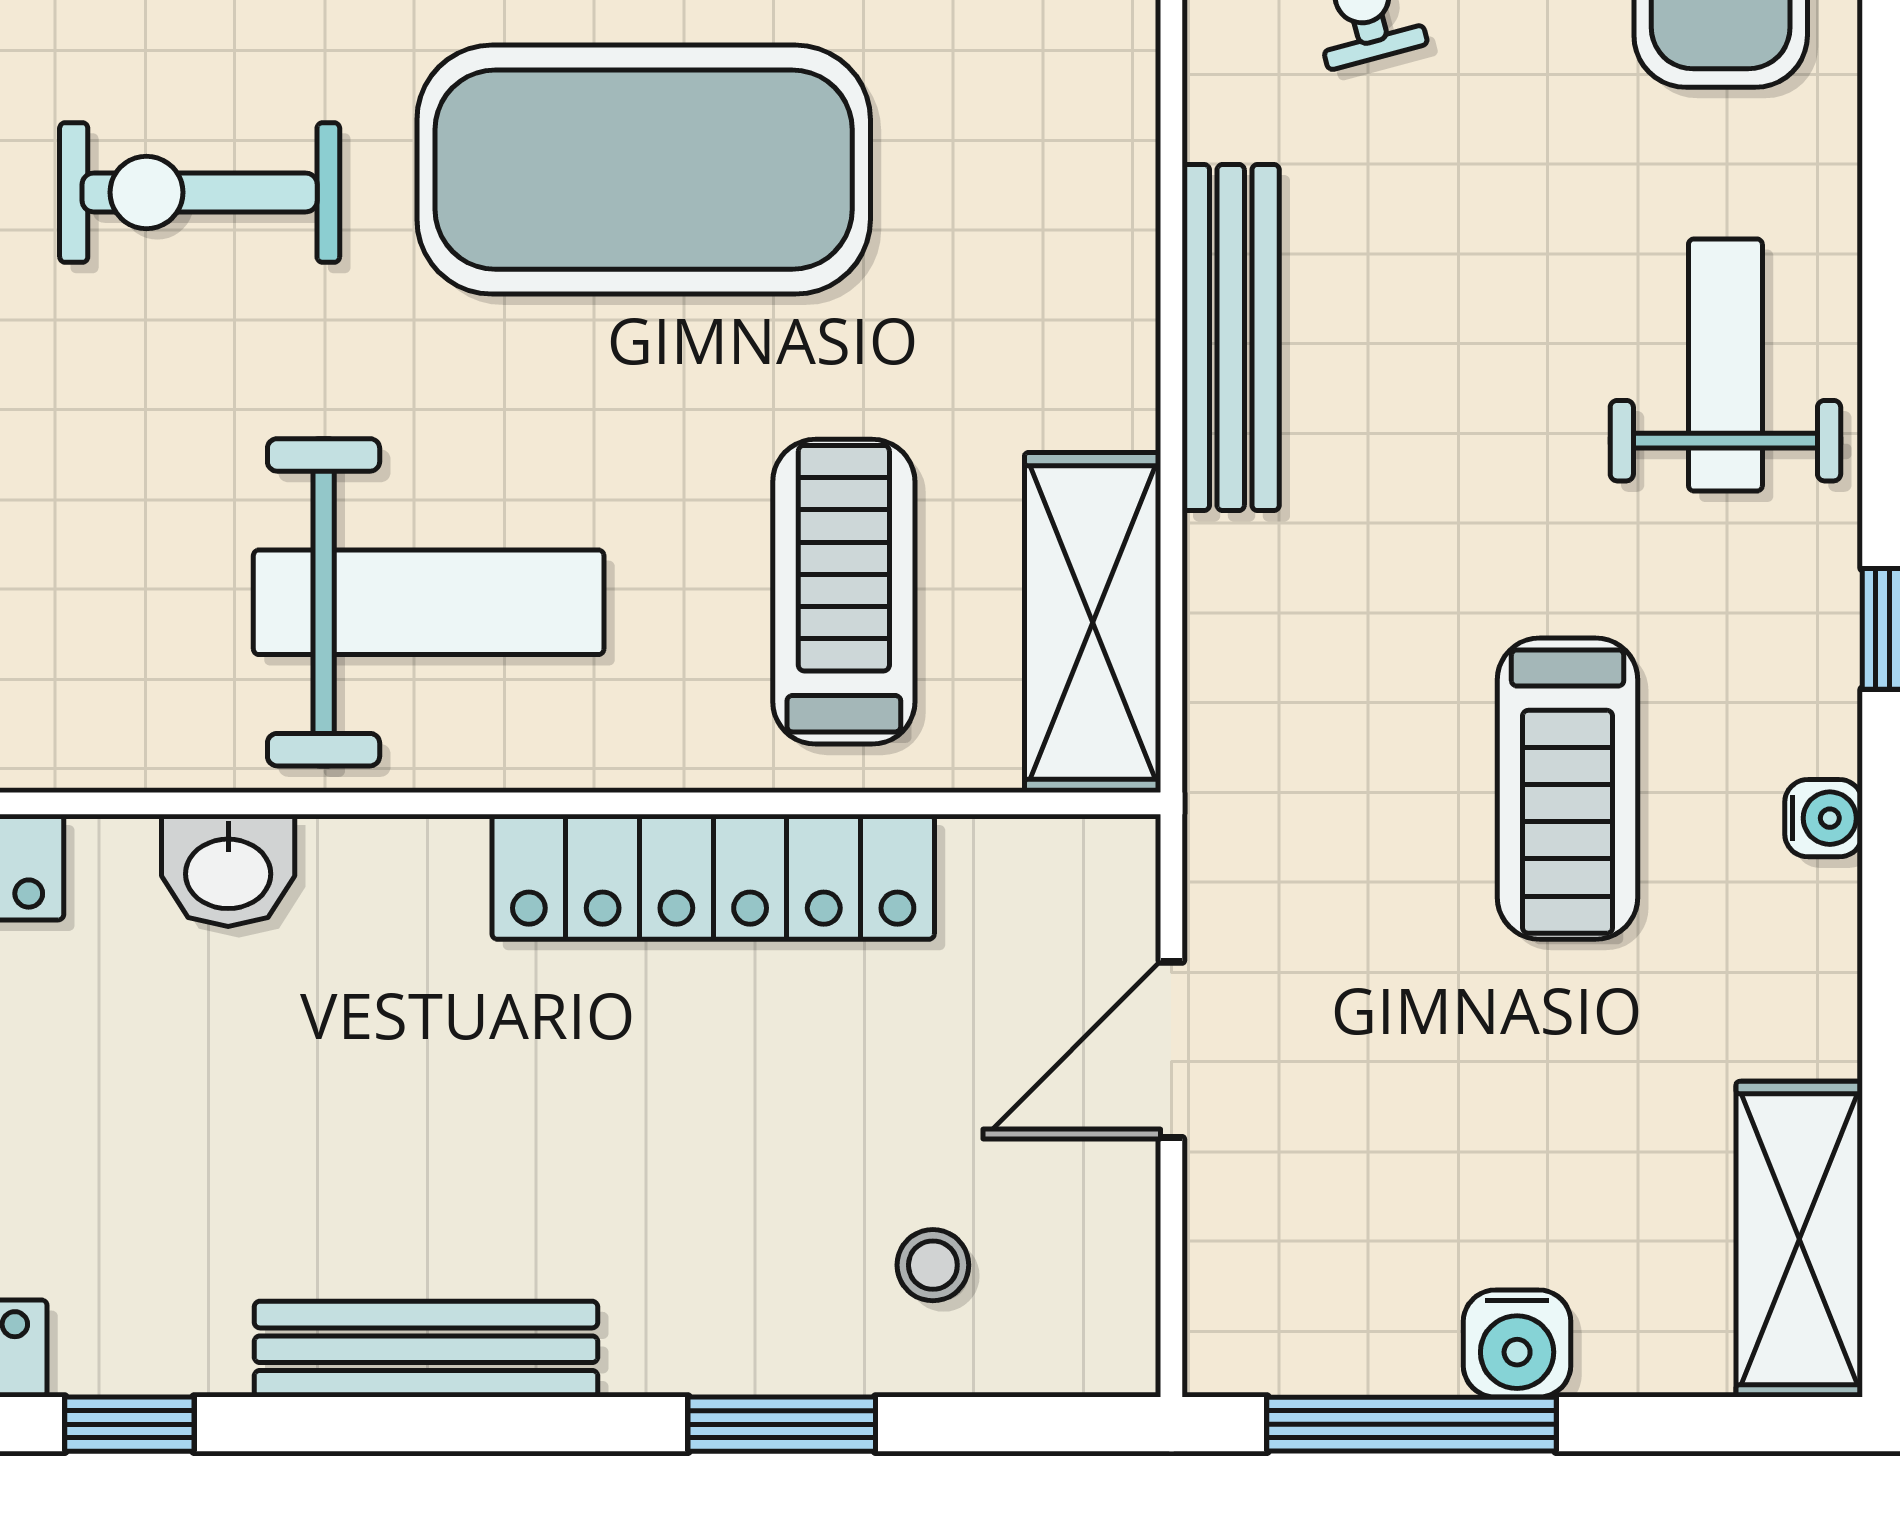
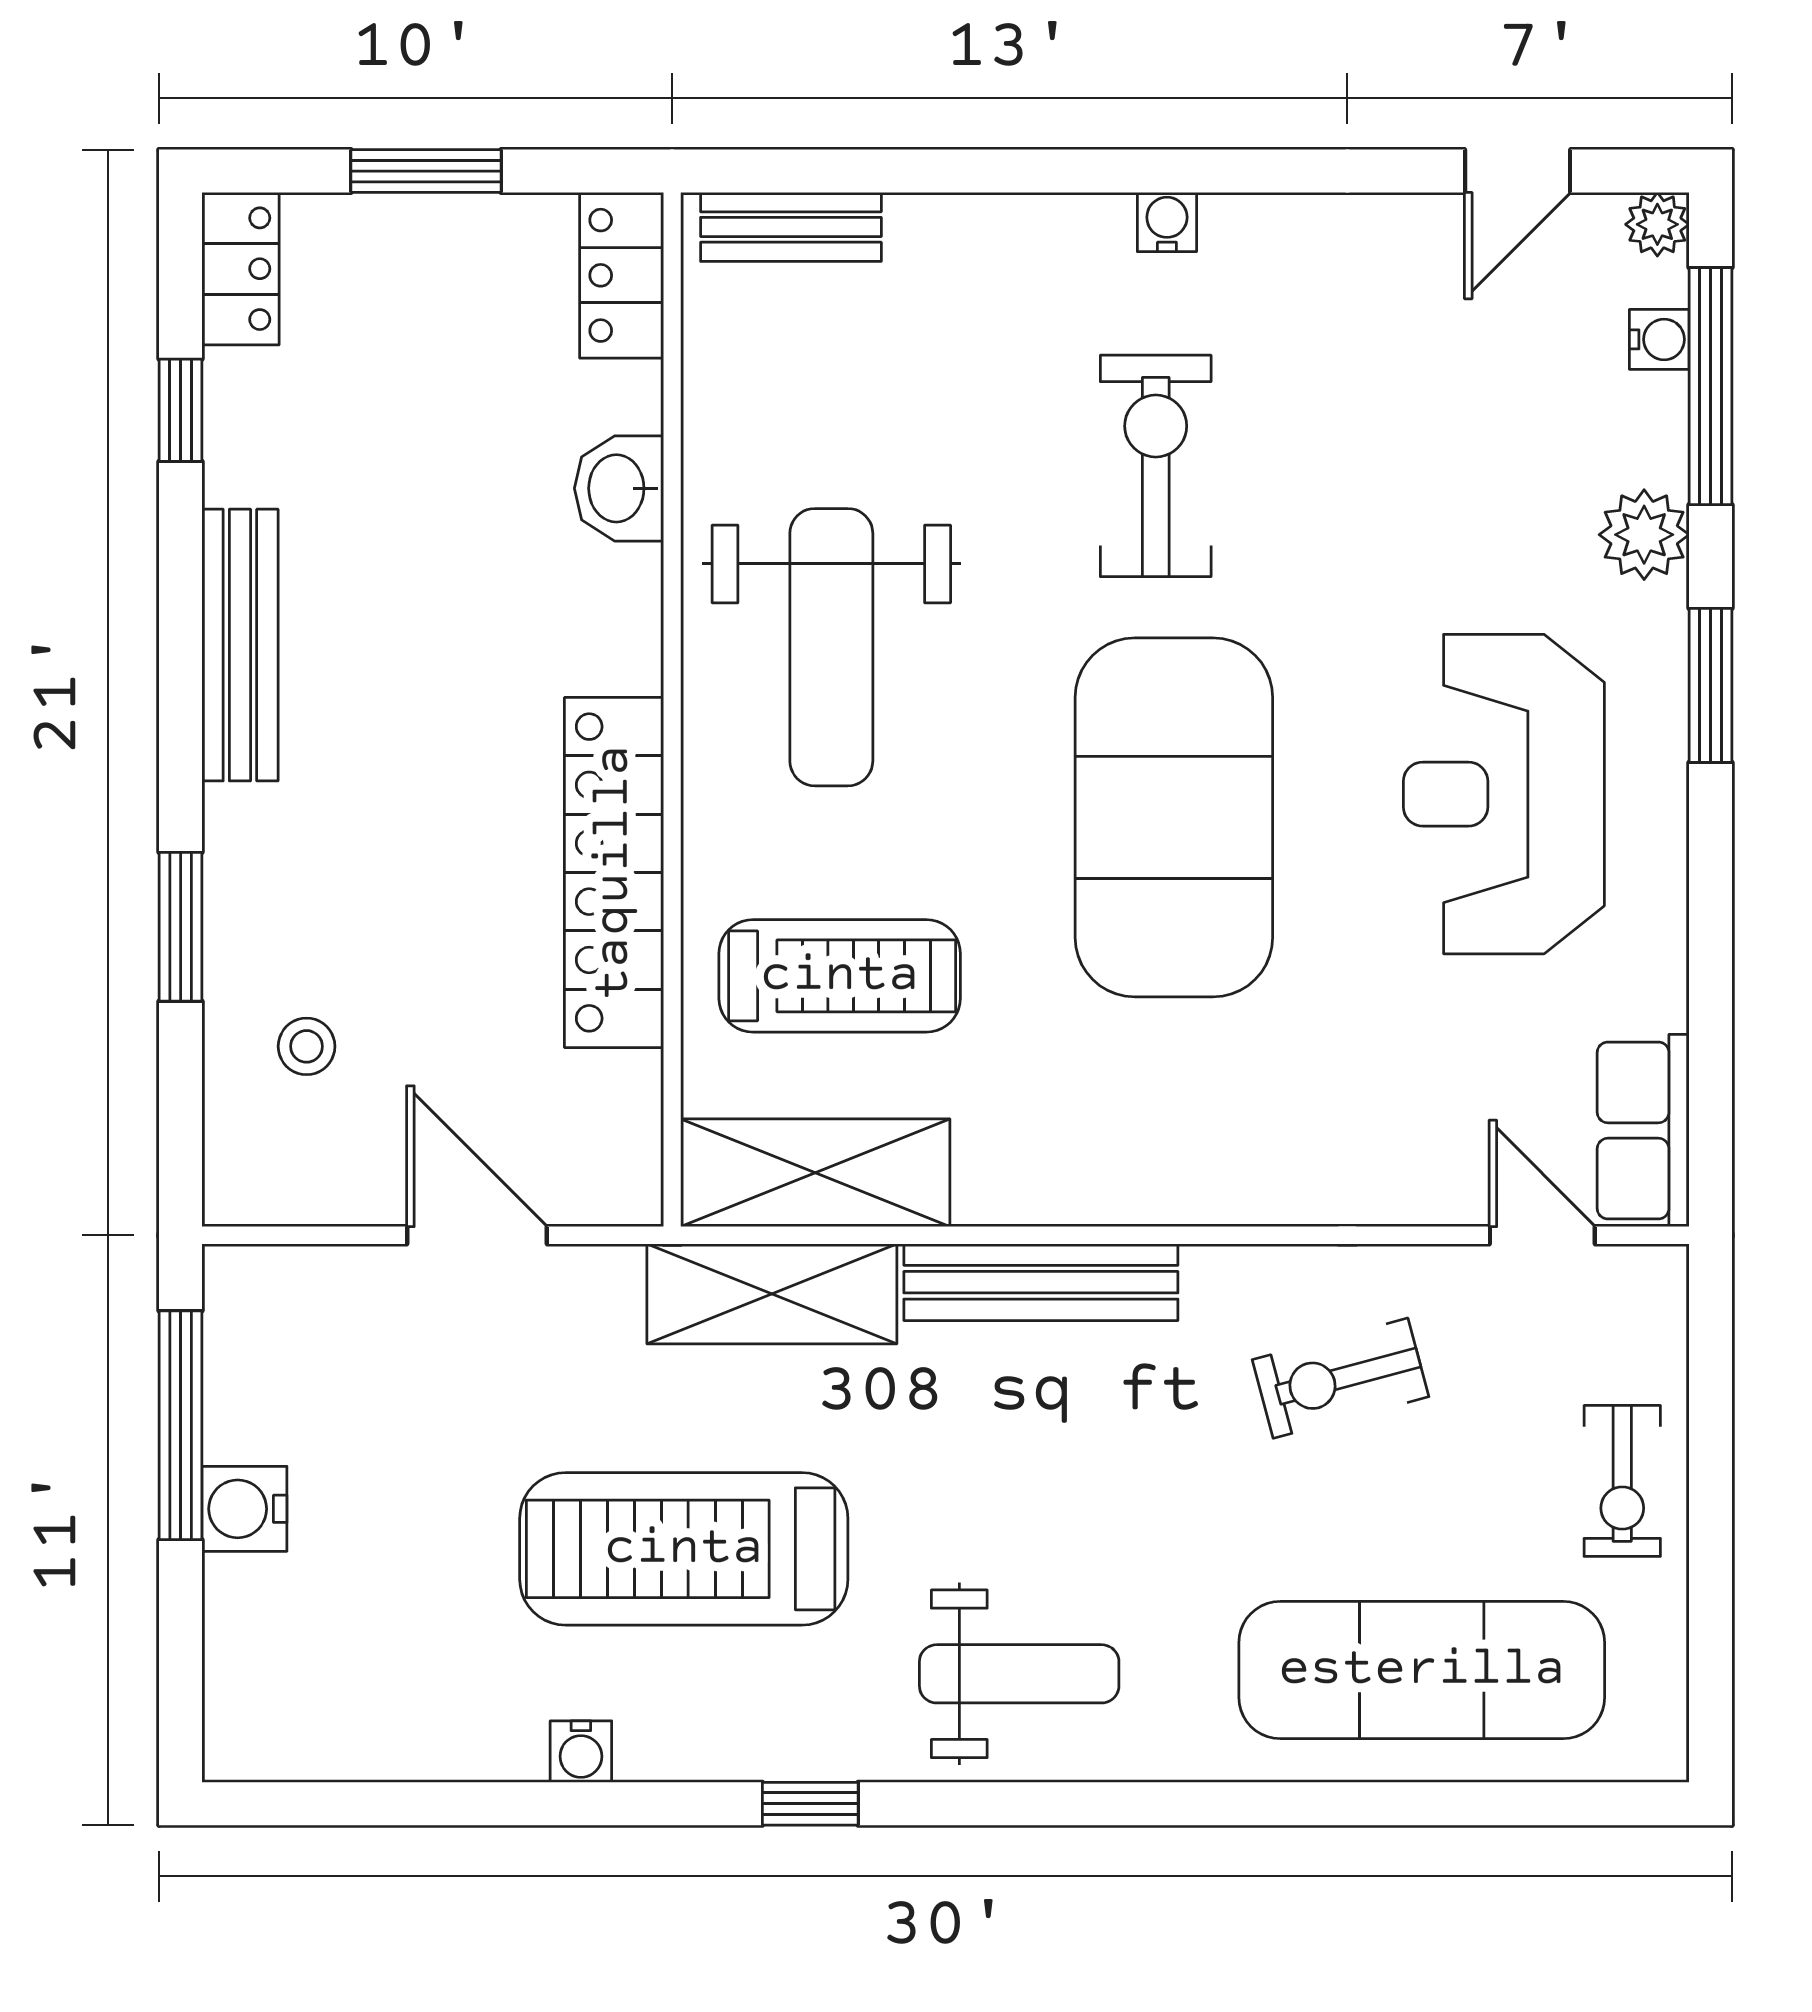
treadmill: (1568, 789) -> (684, 1549), width x1.37, depth x1.38
water cooler: (1824, 818) -> (581, 1752), moved
shelving: (1799, 1239) -> (772, 1294), moved

